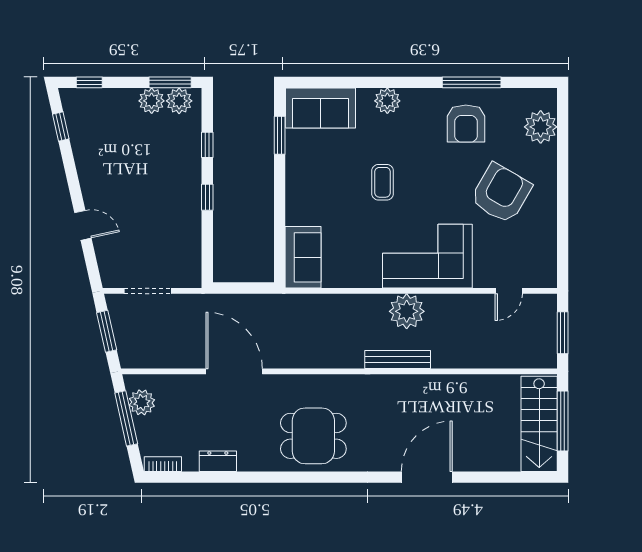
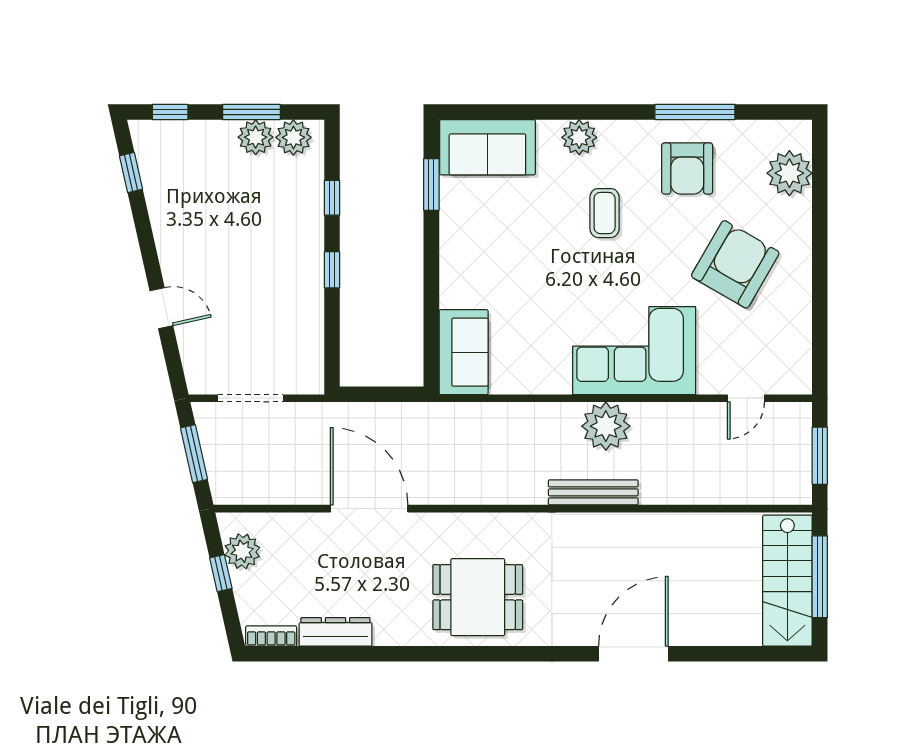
window: (170, 82) -> (251, 112), moved
coffee table: (383, 182) -> (605, 213), moved
window: (126, 418) -> (221, 573), width x0.46
dresser: (218, 461) -> (335, 632), width x1.44

